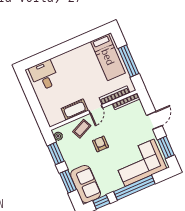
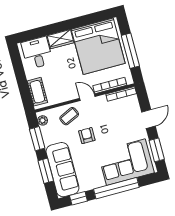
bed: (108, 57) -> (98, 46), width x2.04
wardrobe: (63, 60) -> (60, 39), added
door: (96, 109) -> (87, 97), swing flipped
cot: (75, 110) -> (37, 92), moved, turned 90
sofa: (86, 184) -> (62, 170), width x1.36

